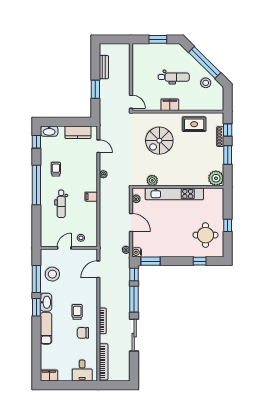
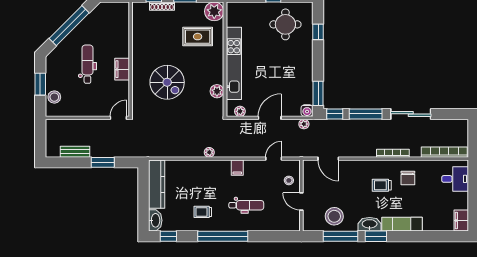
stool: (206, 83) -> (54, 97), moved
rug: (194, 124) -> (198, 37), moved, turned 90
kitchen counter: (78, 132) -> (157, 184), width x1.50
door: (98, 146) -> (274, 159), moved

